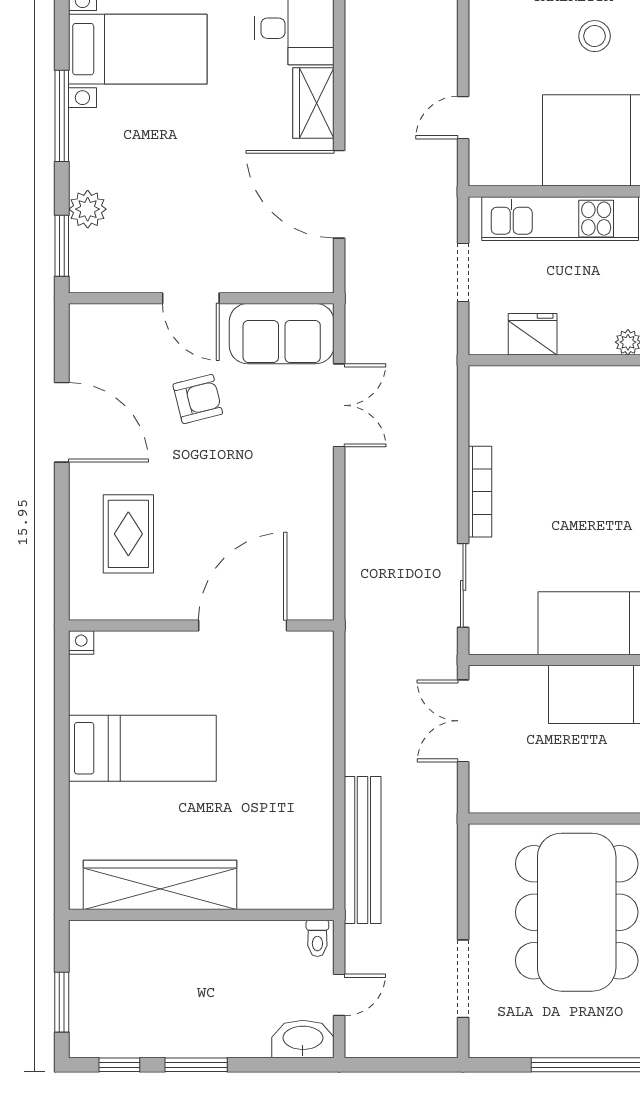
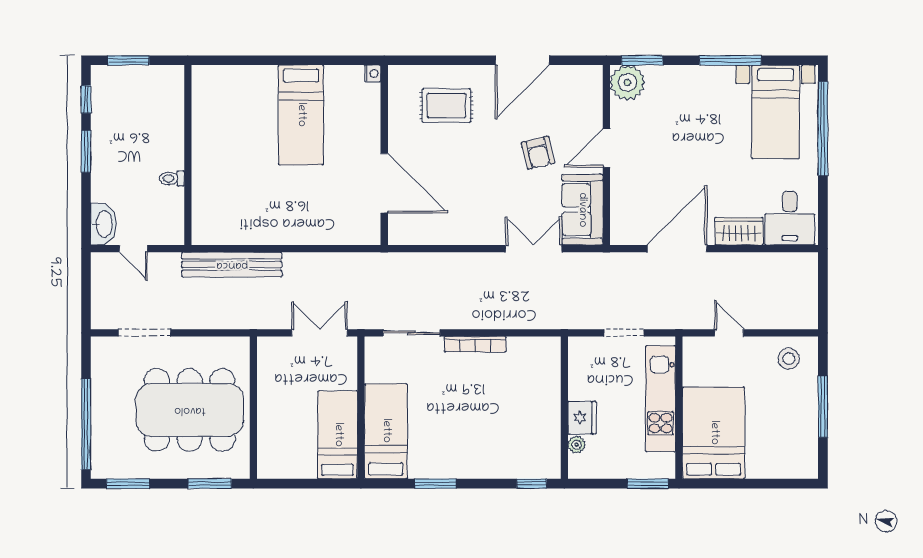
stool: (595, 36) -> (789, 359), moved
plant: (88, 209) -> (627, 82), moved, width x1.36, depth x1.36
fridge: (533, 334) -> (582, 418), moved
double door: (339, 405) -> (534, 249), swing flipped
wardrobe: (160, 885) -> (208, 127), removed
toilet: (317, 938) -> (172, 178), moved

